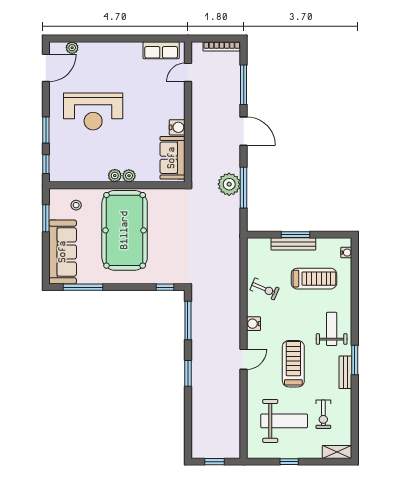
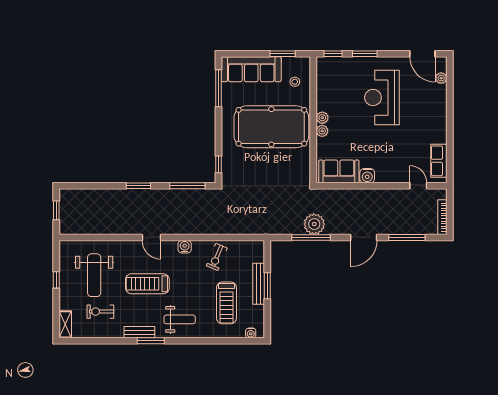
treadmill: (293, 364) -> (147, 284), turned 180

